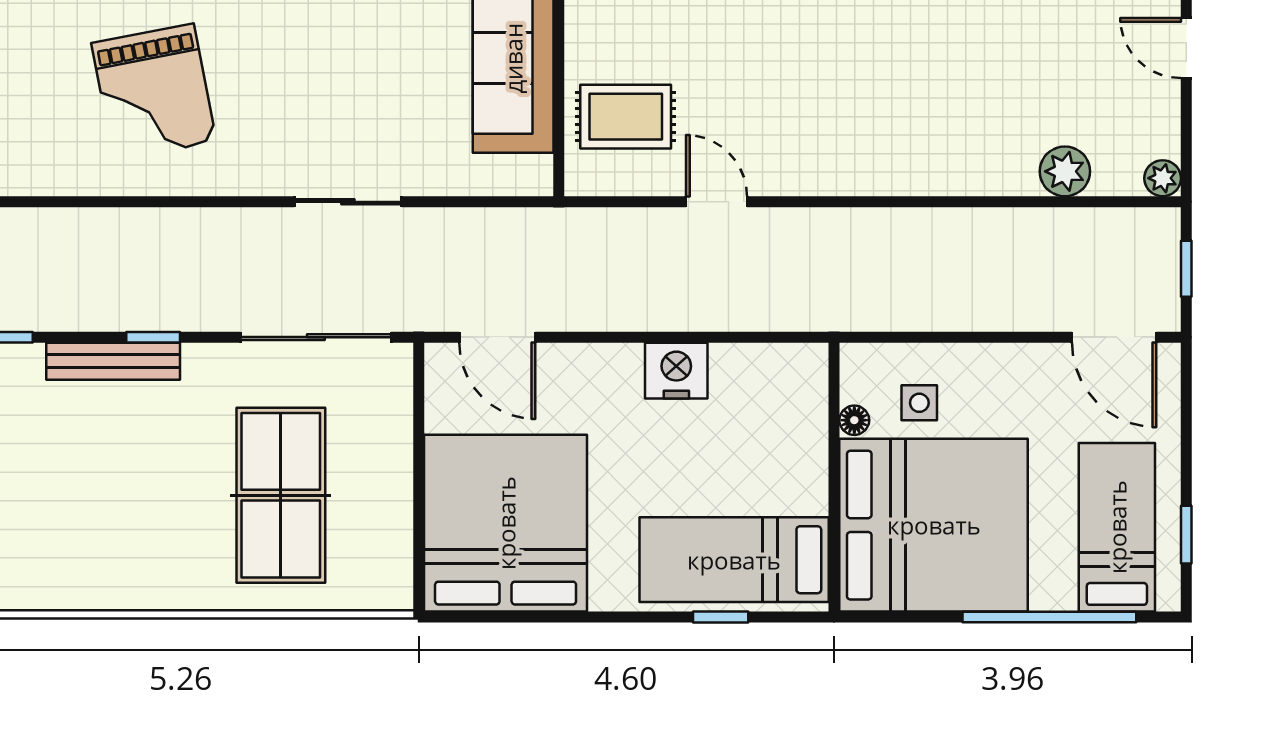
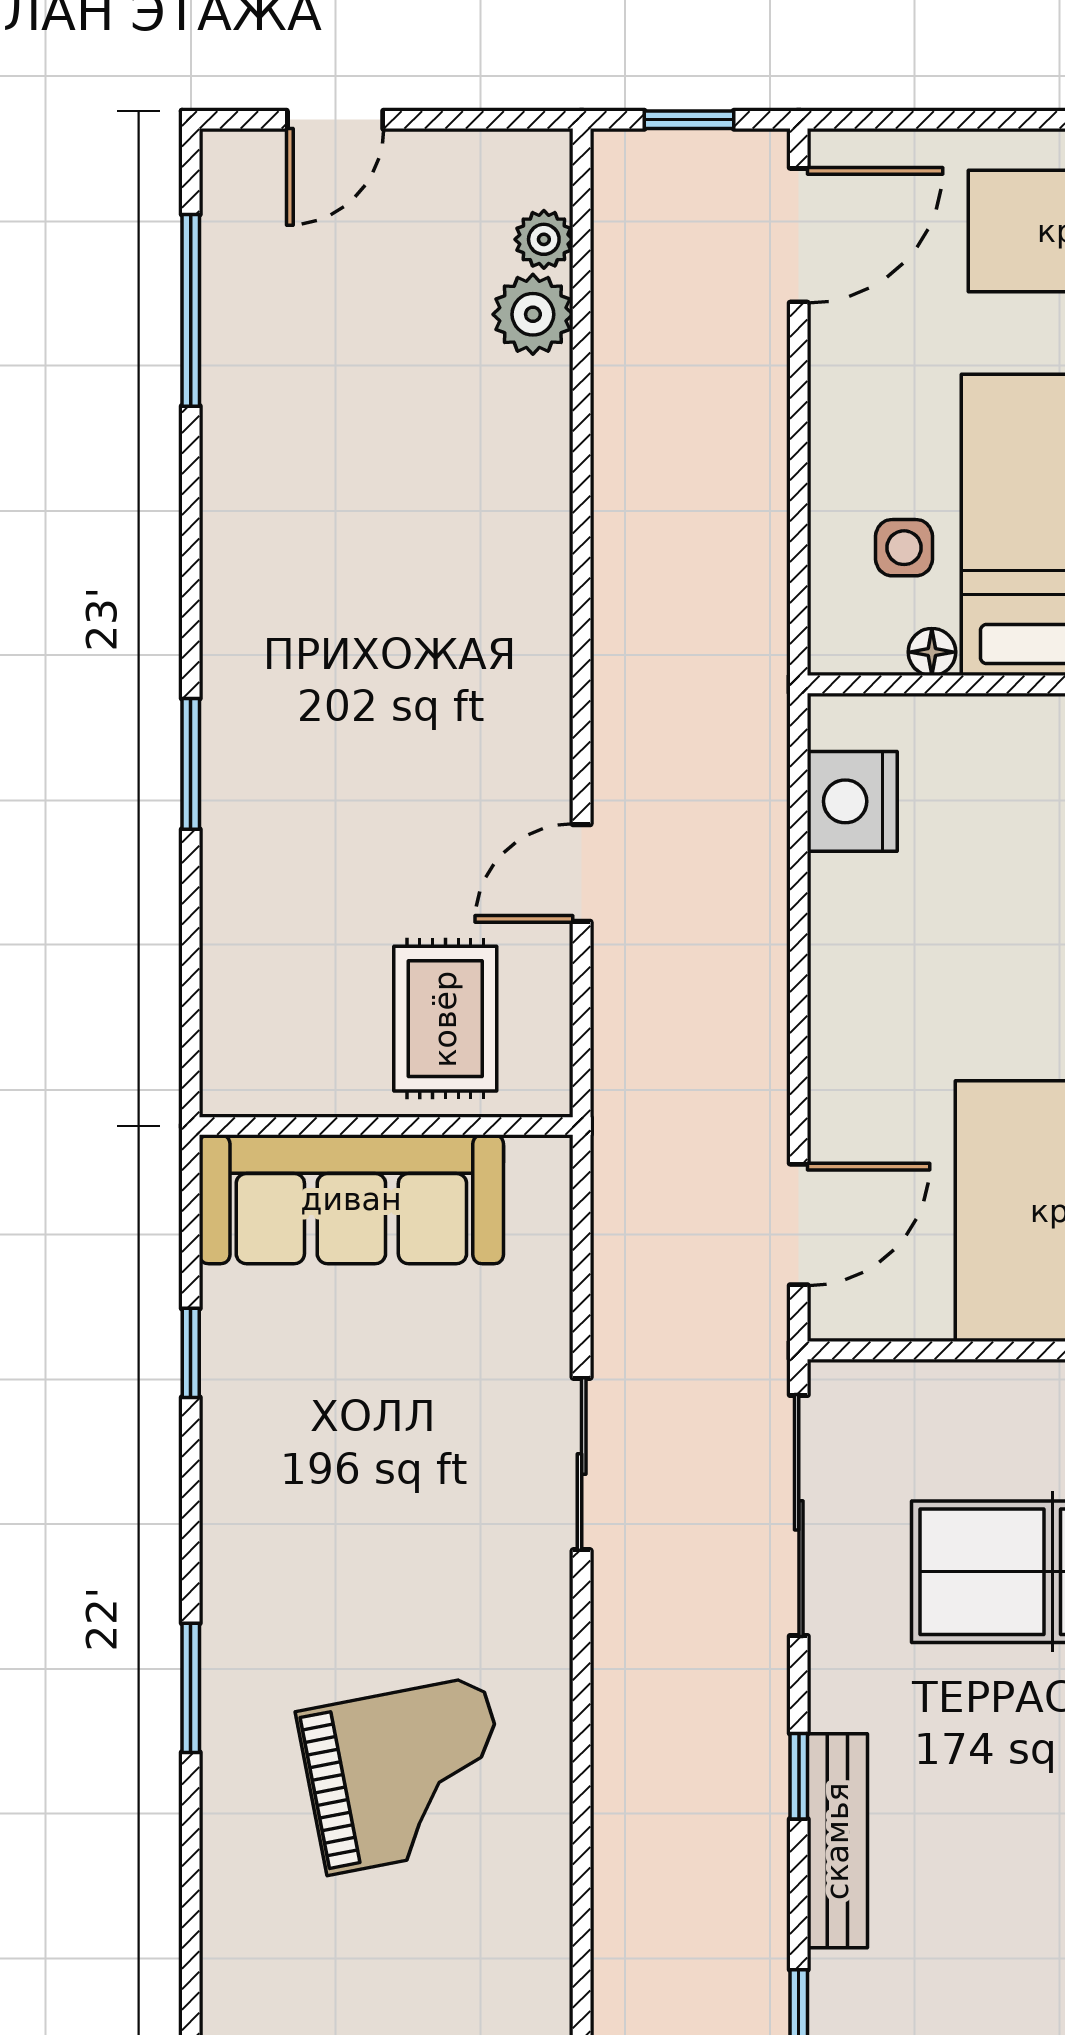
plant: (1163, 178) -> (544, 239), moved
nightstand: (676, 371) -> (852, 801), moved

